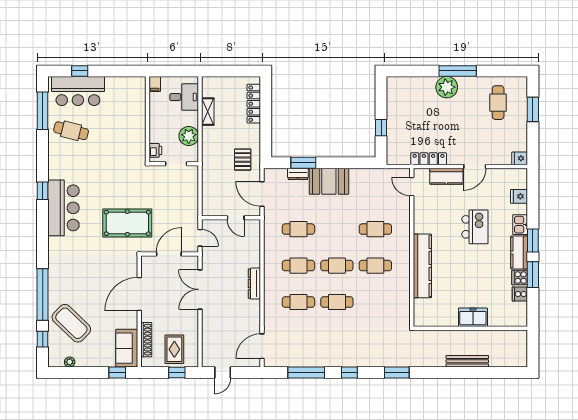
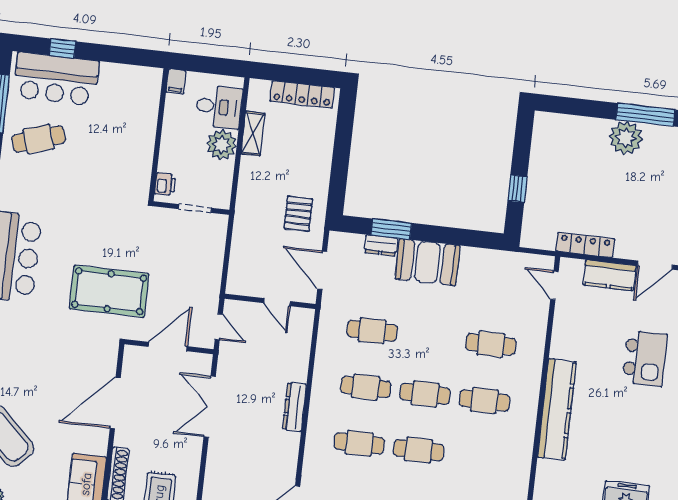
locker: (254, 104) -> (302, 95), moved, turned -90
cafe table: (71, 131) -> (39, 139), turned -32
plant: (189, 136) -> (222, 145), moved

